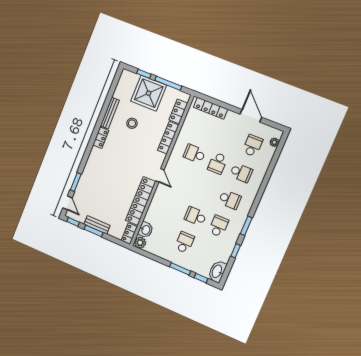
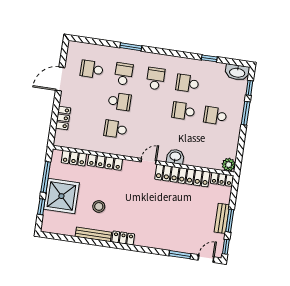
locker: (210, 108) -> (63, 118), width x0.66
plant: (274, 142) -> (82, 47), removed
school desk: (194, 154) -> (115, 129), turned 90
school desk: (195, 216) -> (183, 111), turned 90
window: (246, 226) -> (131, 47), moved
washbasin: (145, 230) -> (175, 157), moved

